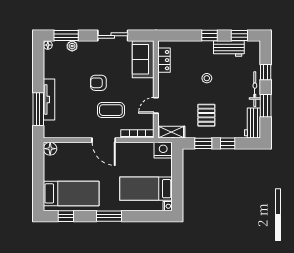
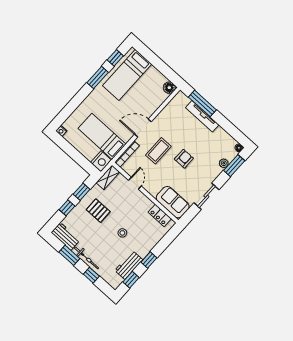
bed: (146, 189) -> (102, 136), moved, turned -90
window: (109, 216) -> (98, 77), moved

